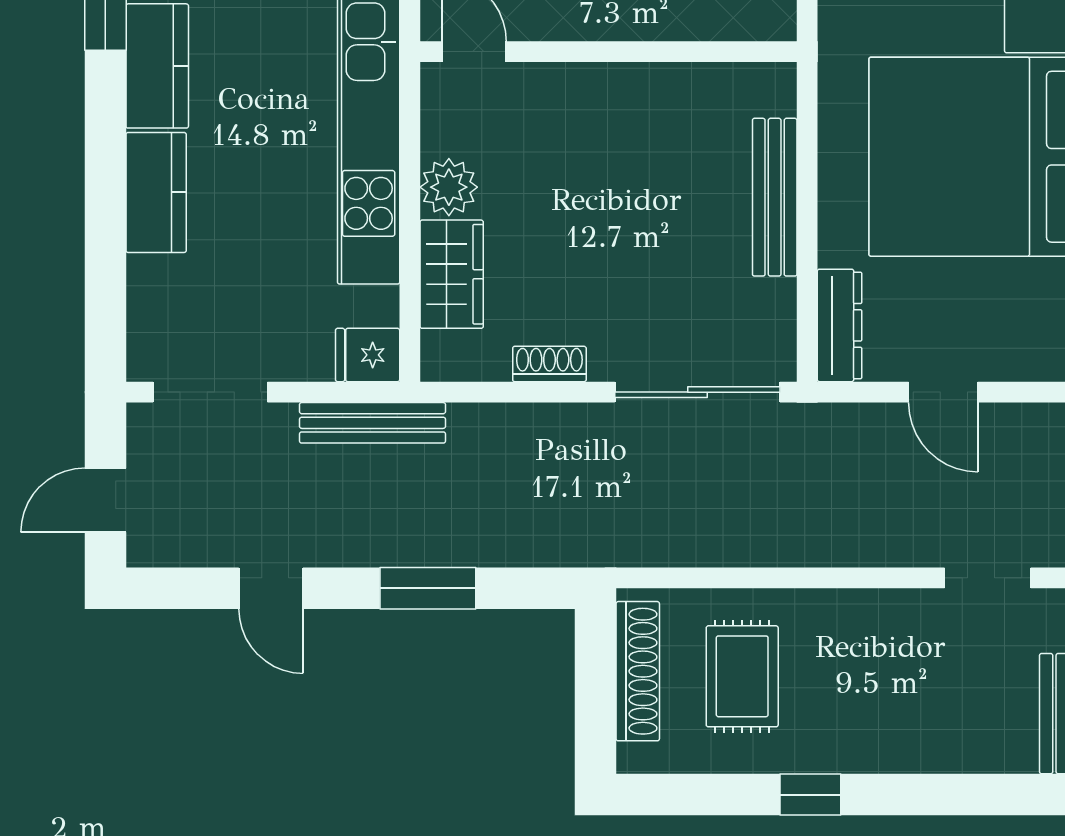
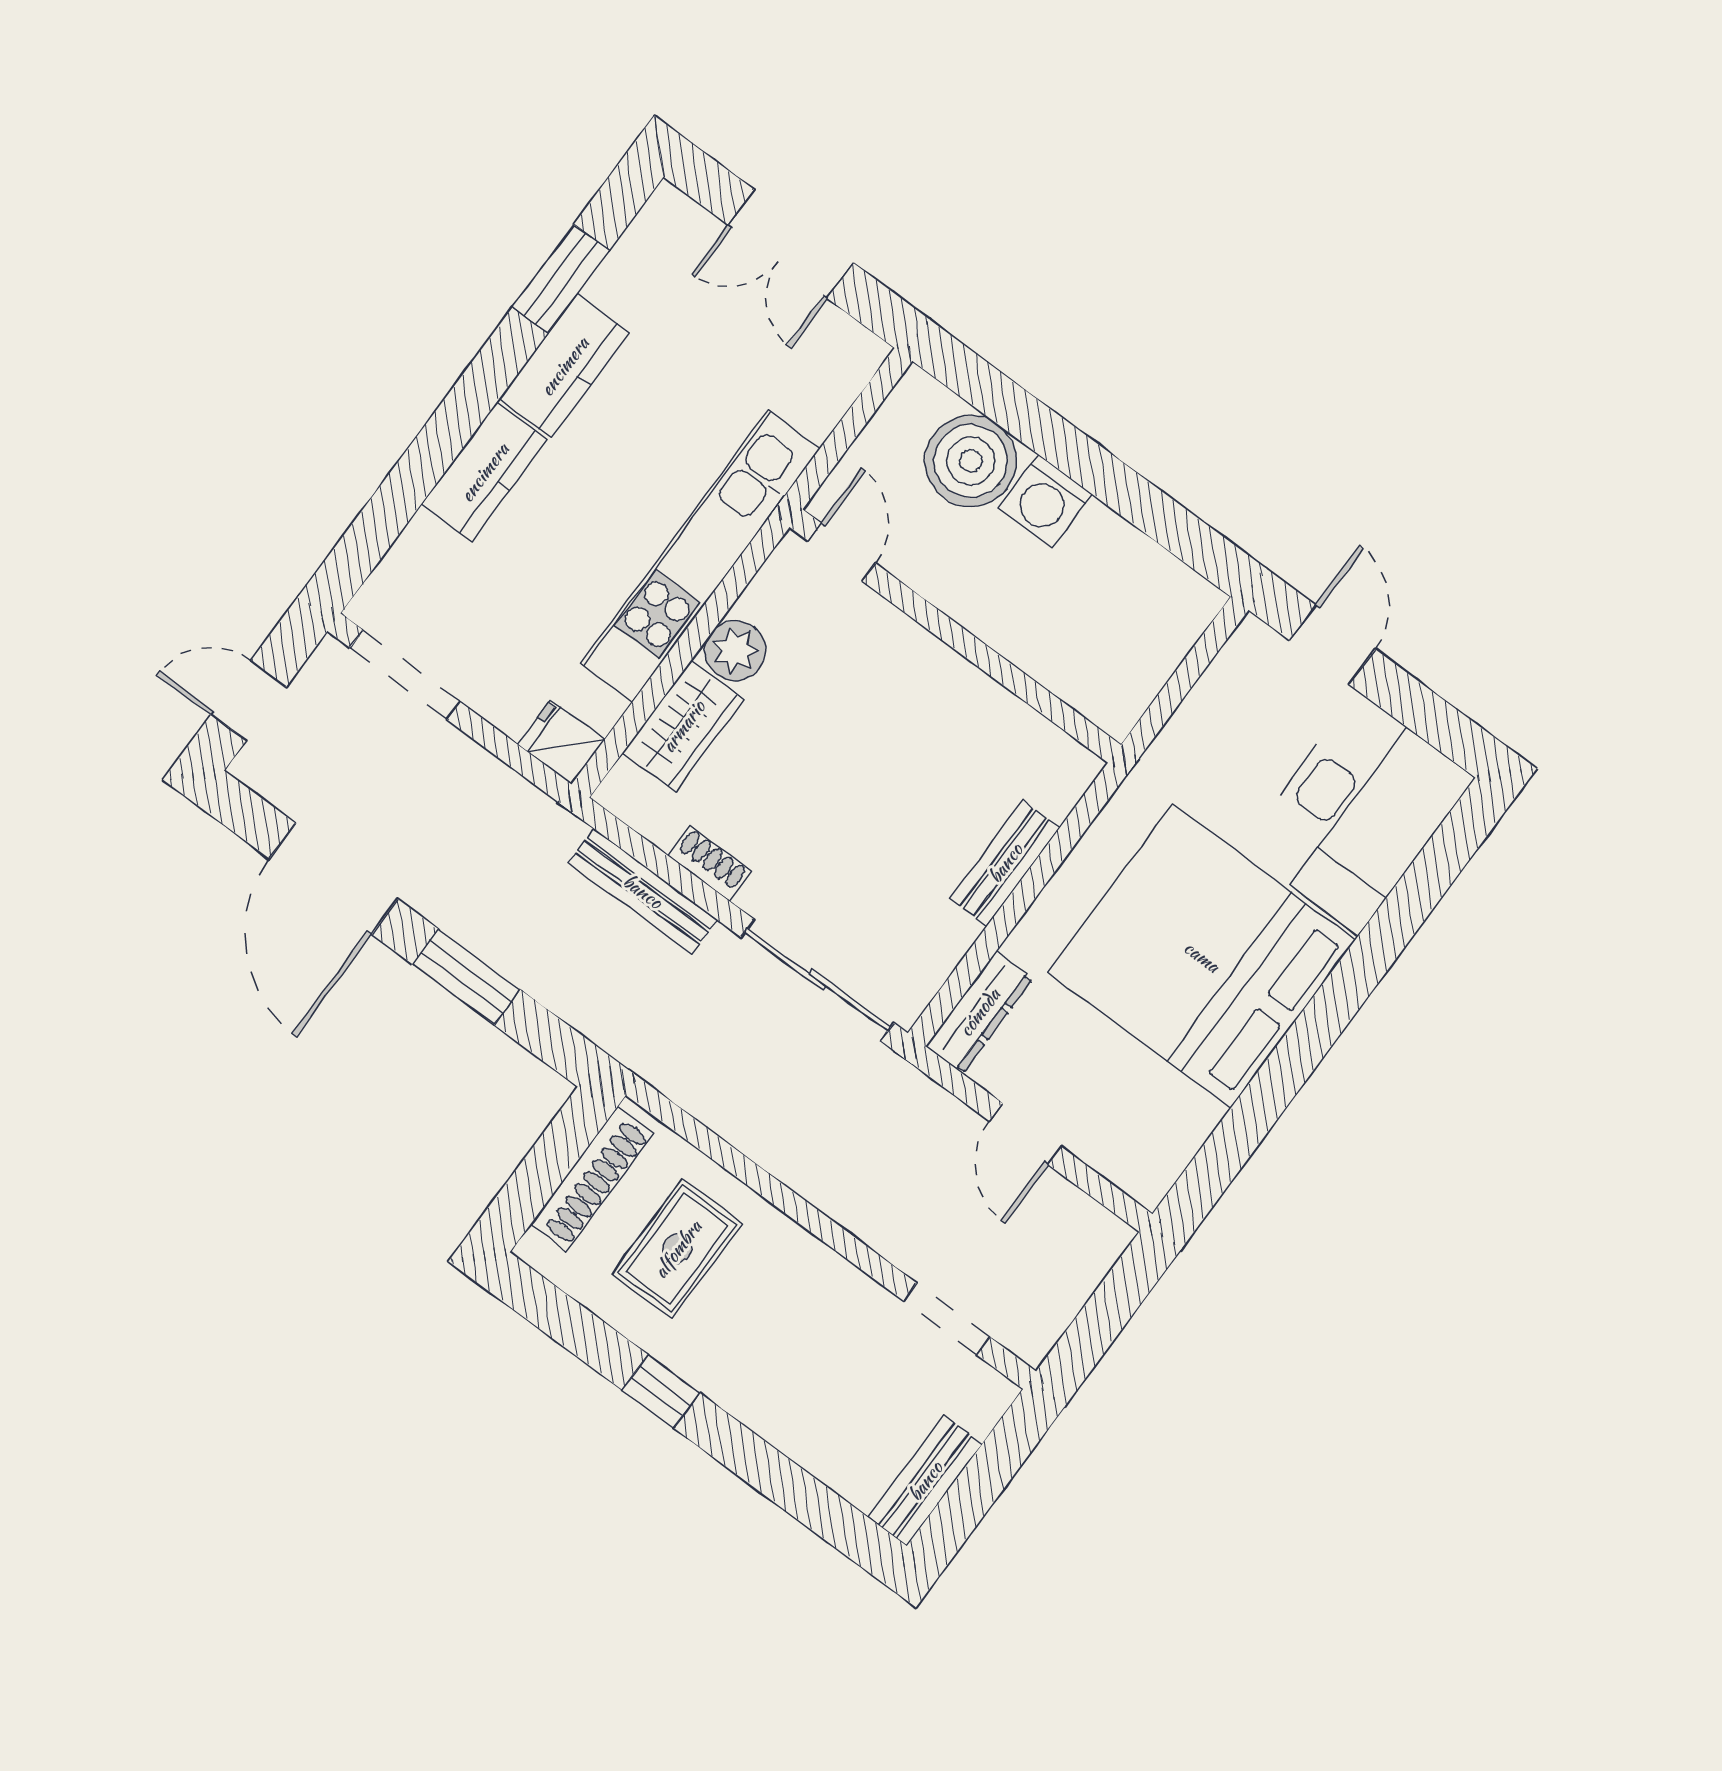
bench: (775, 197) -> (1005, 863), width x0.73
bench: (372, 423) -> (643, 891), moved
door: (271, 588) -> (334, 879), width x1.87

